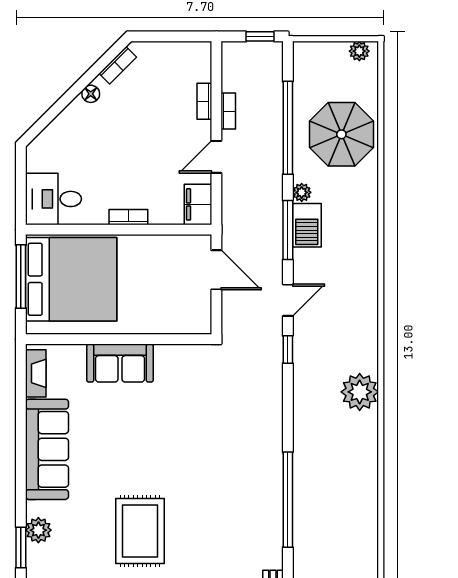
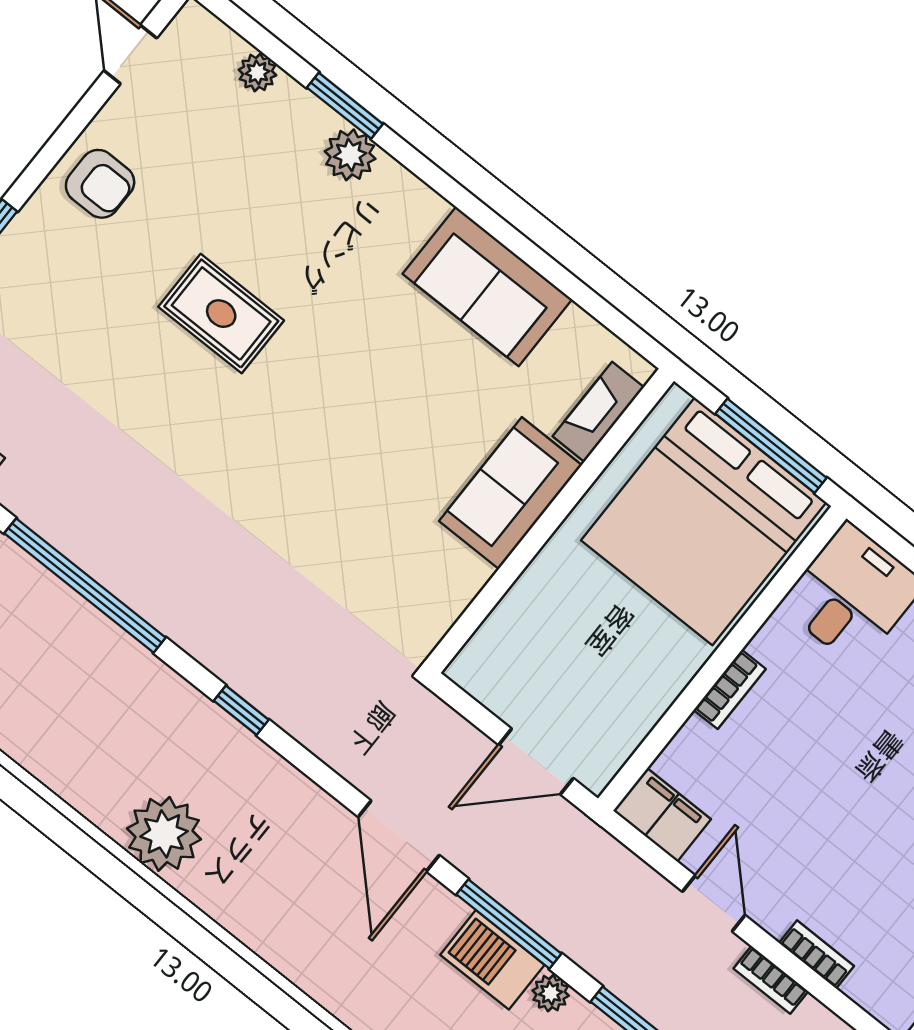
door: (288, 300) -> (399, 836), width x1.38
window: (288, 350) -> (241, 710), moved
fireplace: (36, 373) -> (598, 412), moved, turned 90
sofa: (47, 449) -> (487, 287), width x0.73
rug: (140, 531) -> (221, 314), width x0.73, depth x0.70

